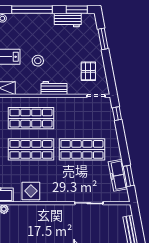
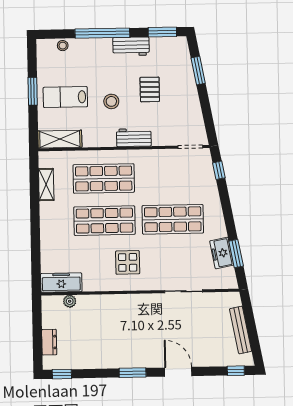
workbench: (68, 20) -> (131, 46), moved
pallet: (88, 71) -> (150, 89), moved
freezer: (118, 175) -> (222, 253), width x0.71
display table: (31, 191) -> (128, 262), moved

